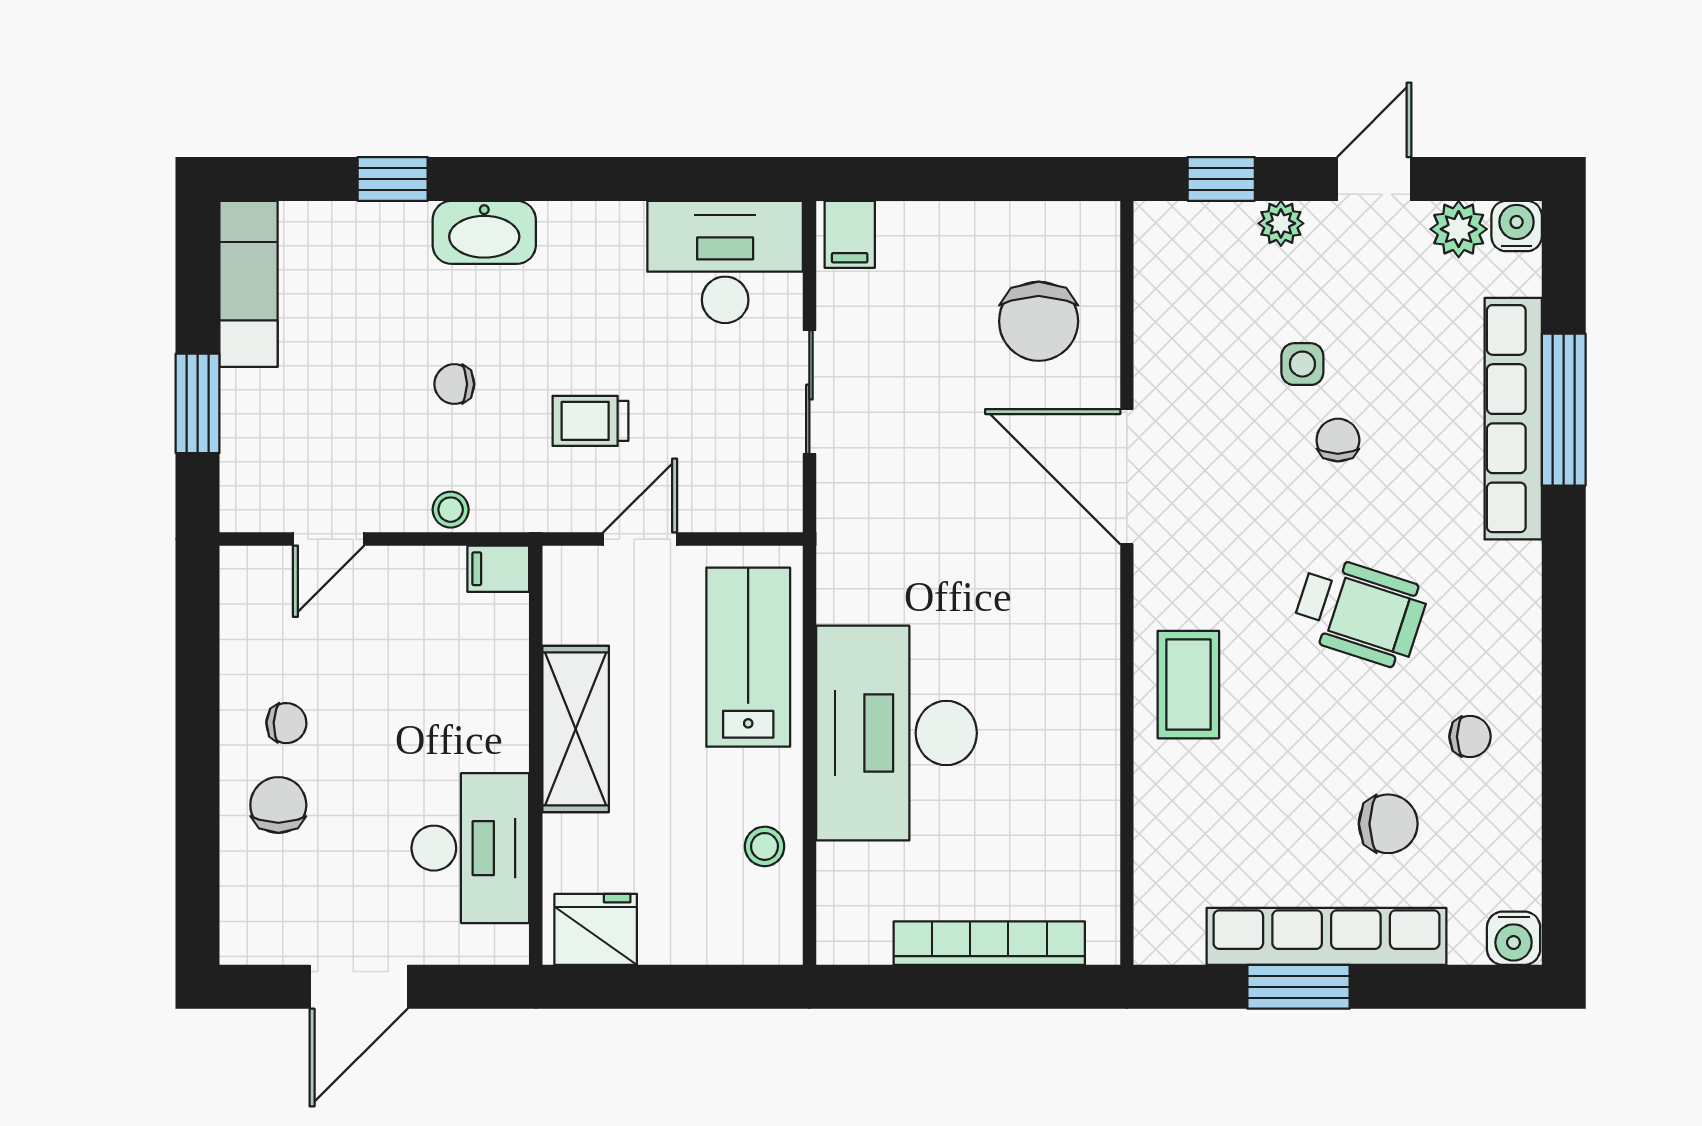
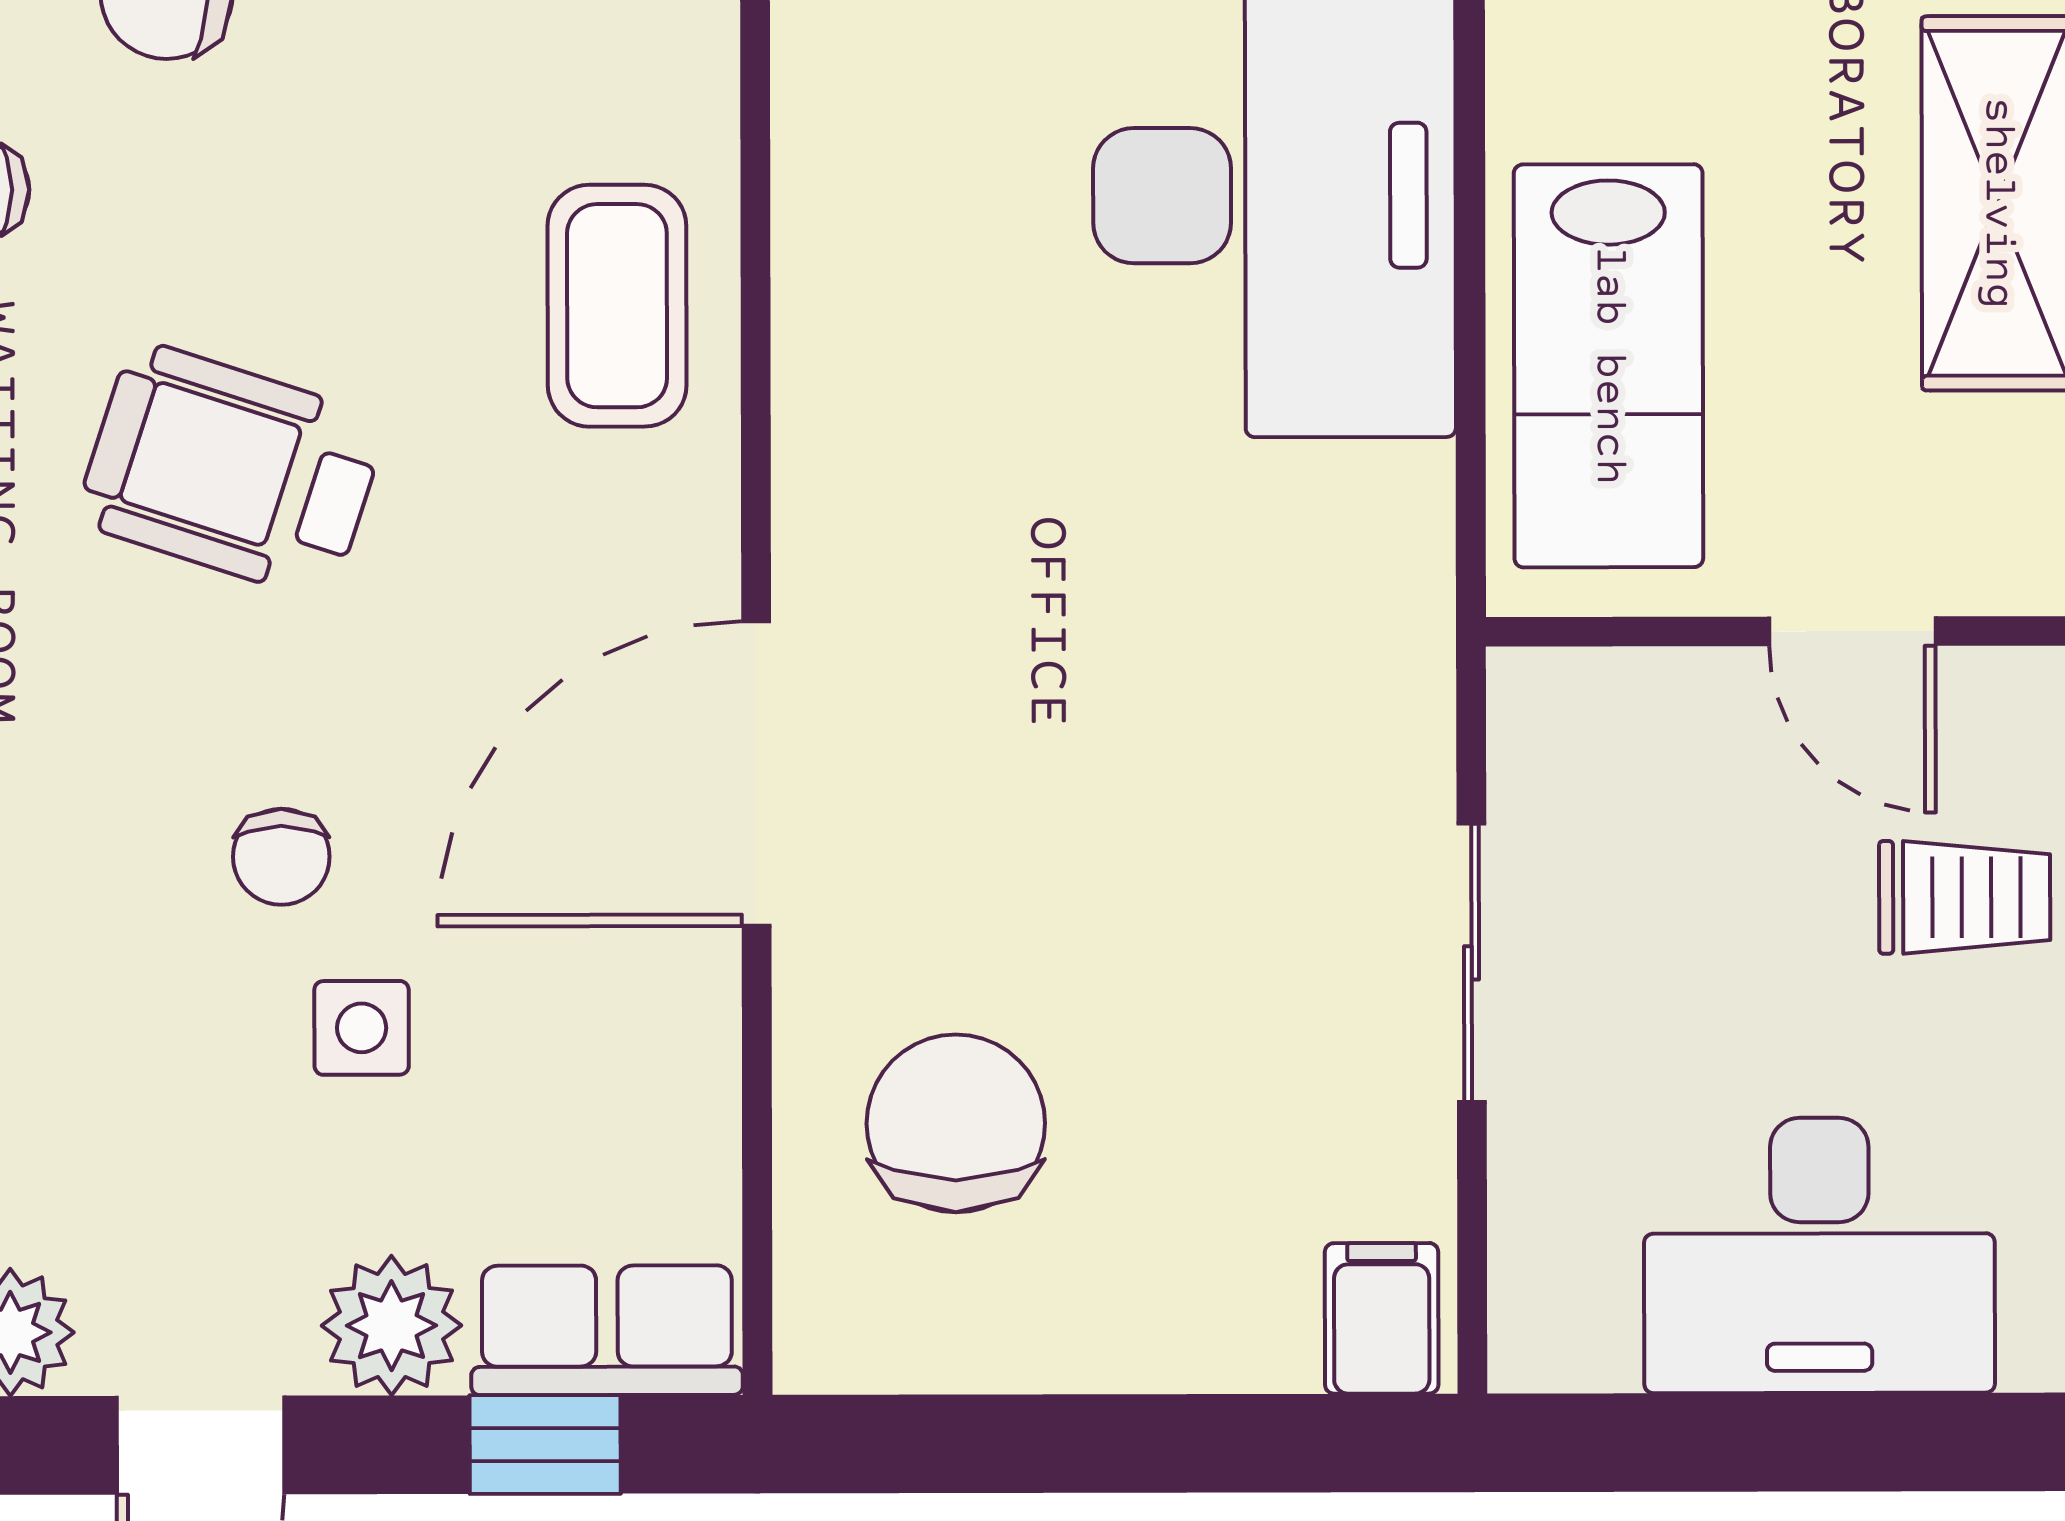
plant: (1281, 223) -> (392, 1326), width x1.38, depth x1.38
row of seats: (1194, 230) -> (607, 1330), added
desk: (725, 262) -> (1819, 1255), moved
door: (1127, 477) -> (756, 774), swing flipped
door: (640, 539) -> (1852, 631), hinge flipped

